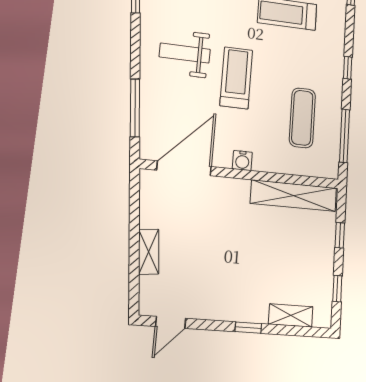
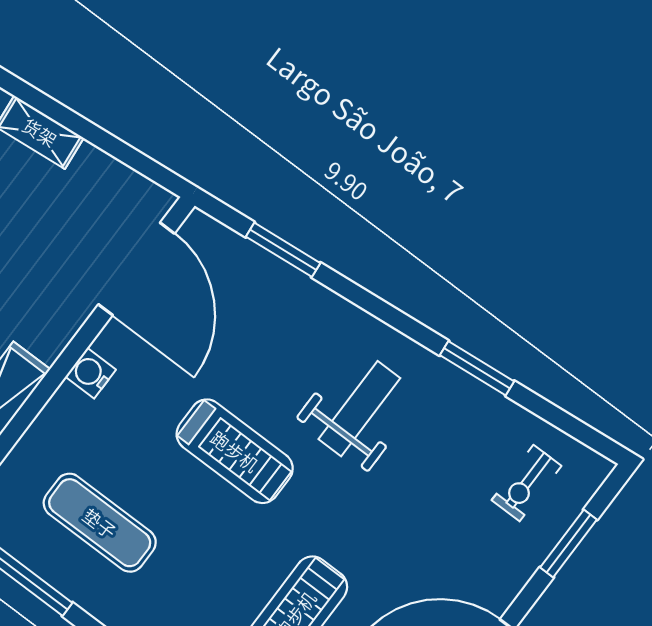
weight bench: (185, 53) -> (359, 409), moved
window: (135, 108) -> (283, 250), width x0.69

